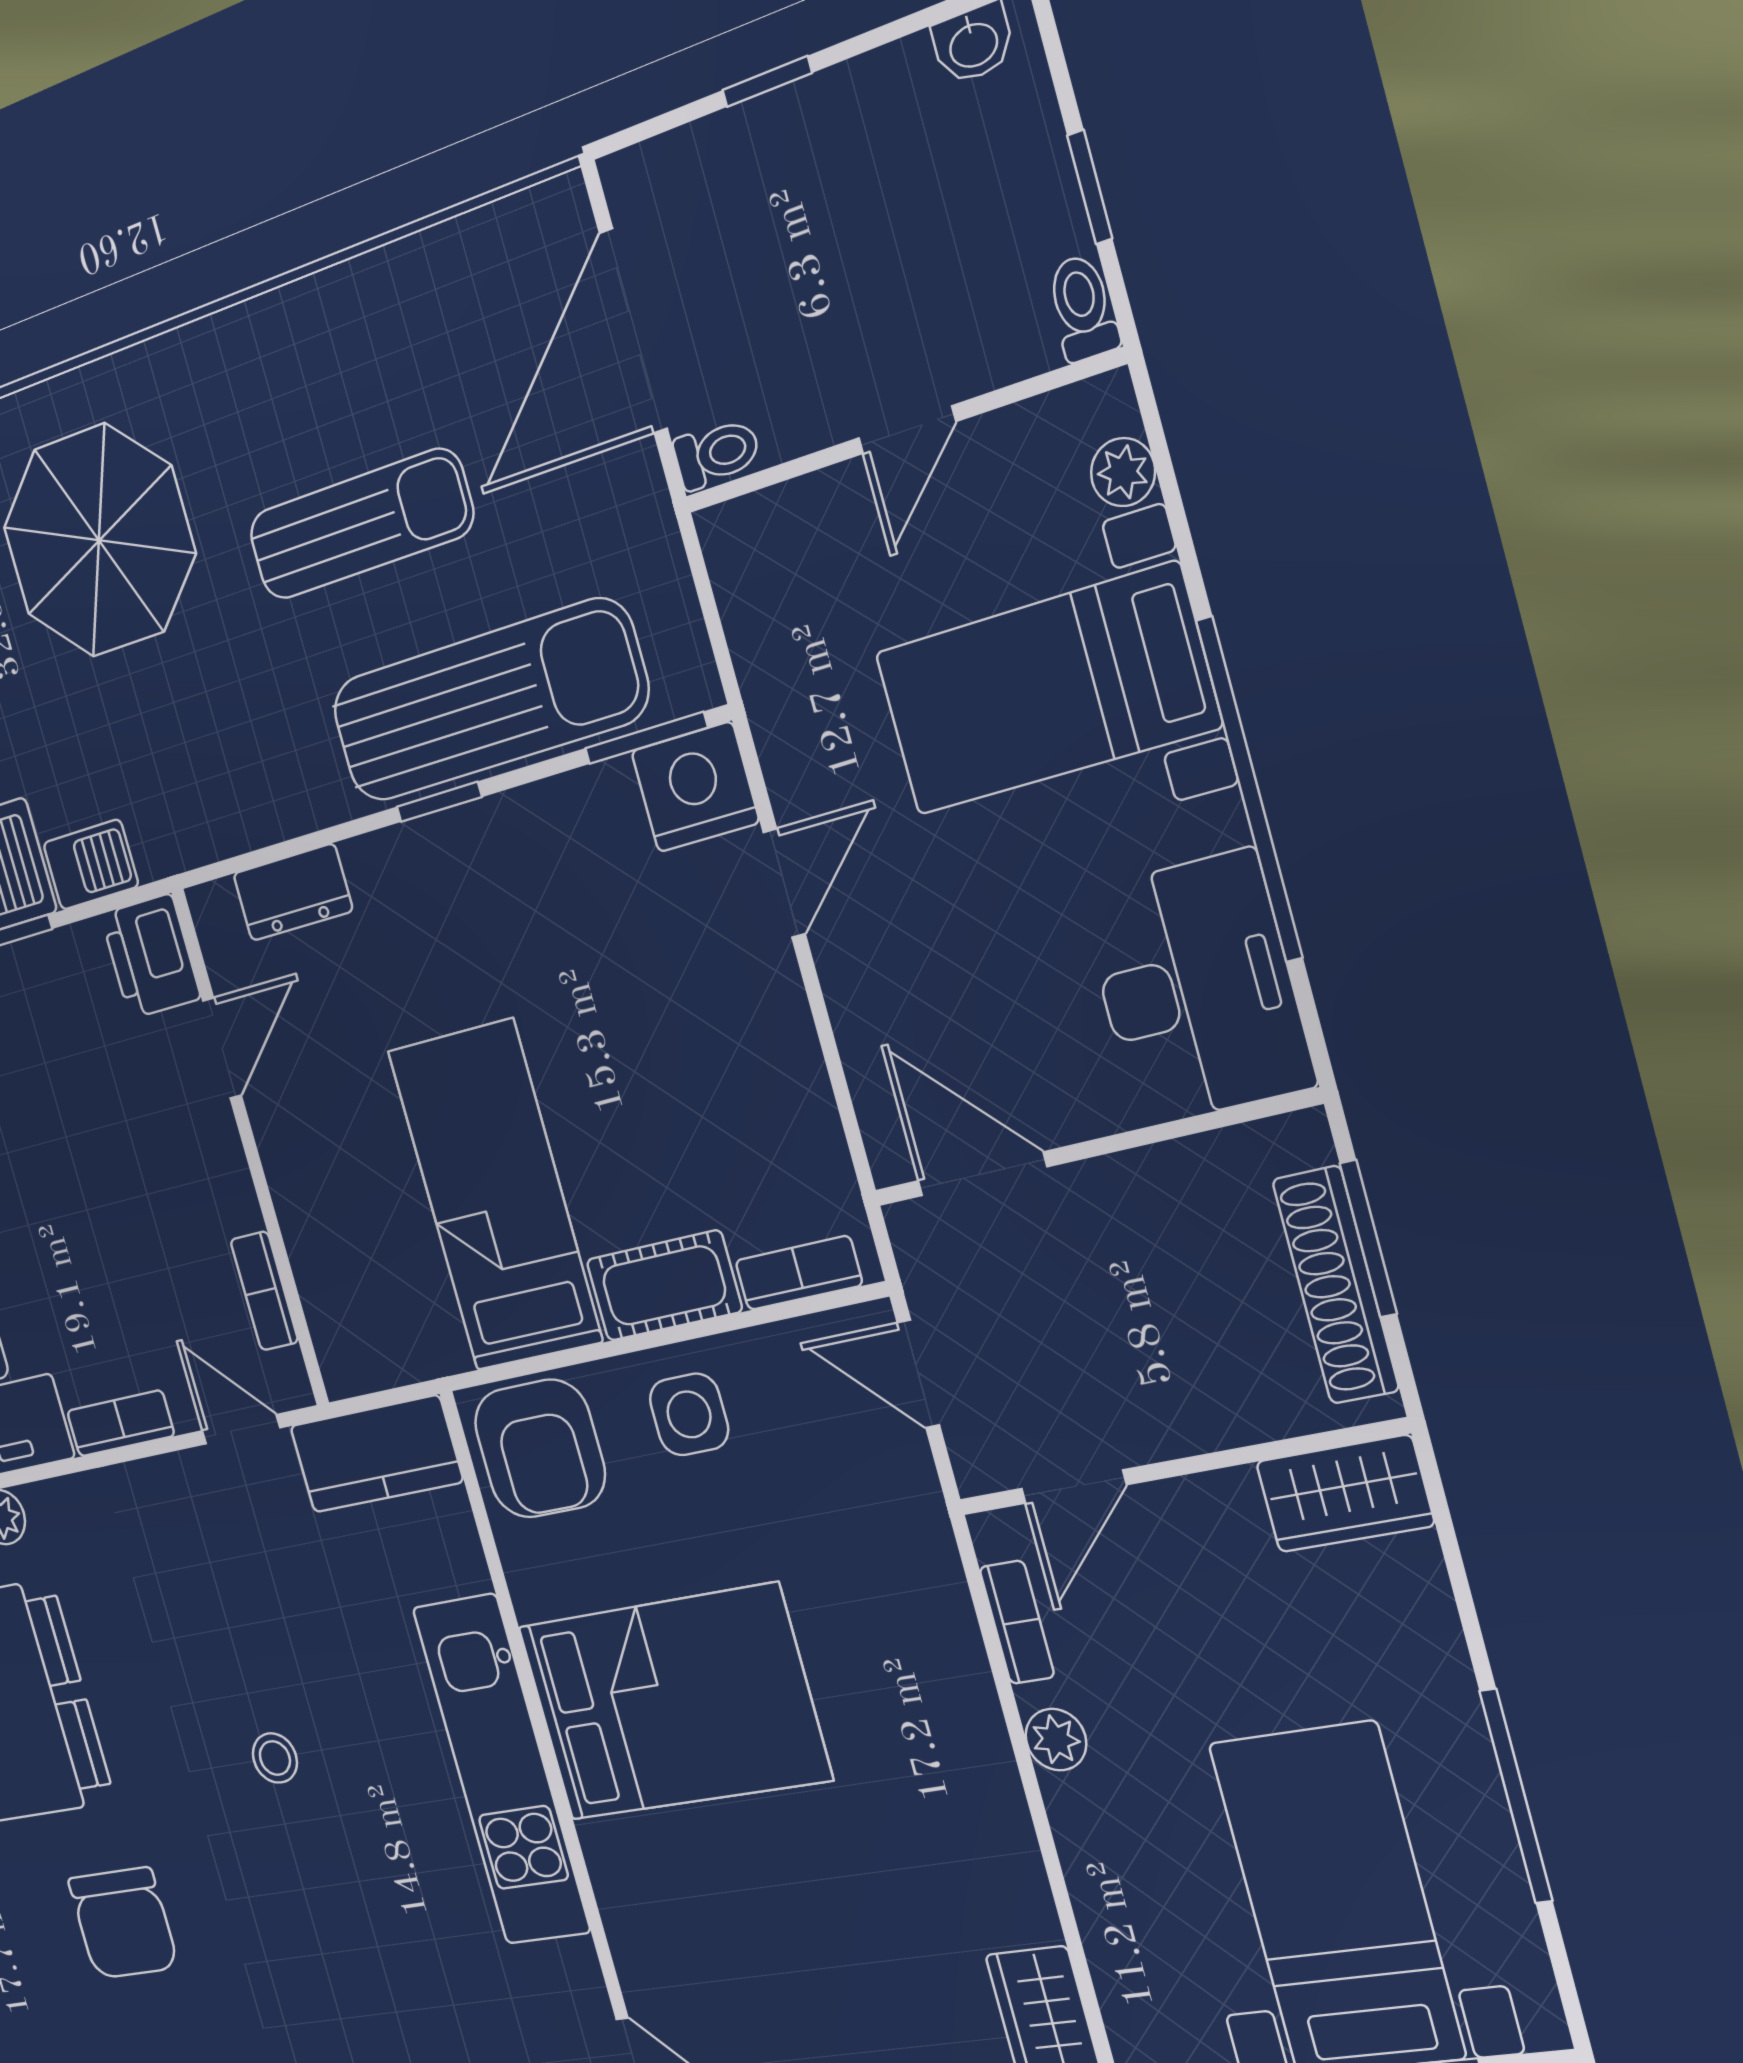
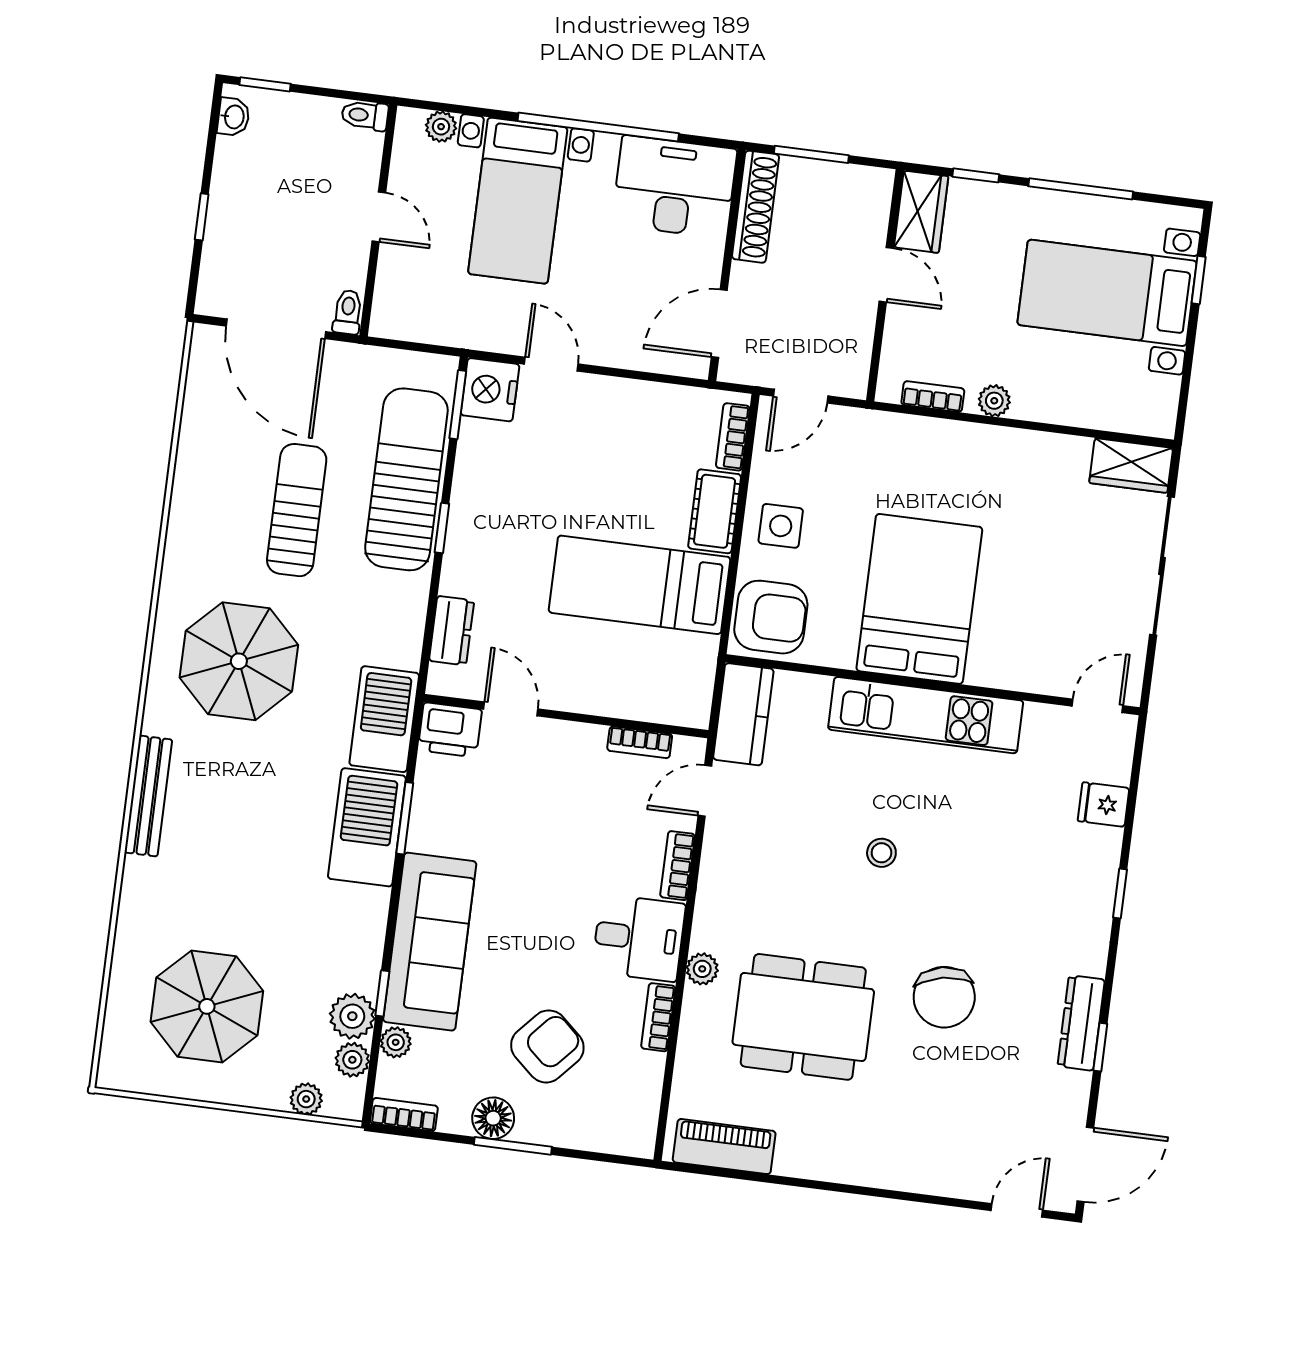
window: (1090, 187) -> (265, 84), moved
barbecue: (91, 865) -> (384, 719), width x1.88, depth x1.53
shoe rack: (1336, 1285) -> (756, 207), moved, turned -90
door: (1074, 1487) -> (886, 275), moved
window: (1459, 1580) -> (976, 175), added
chair: (123, 1923) -> (944, 997), turned 79

